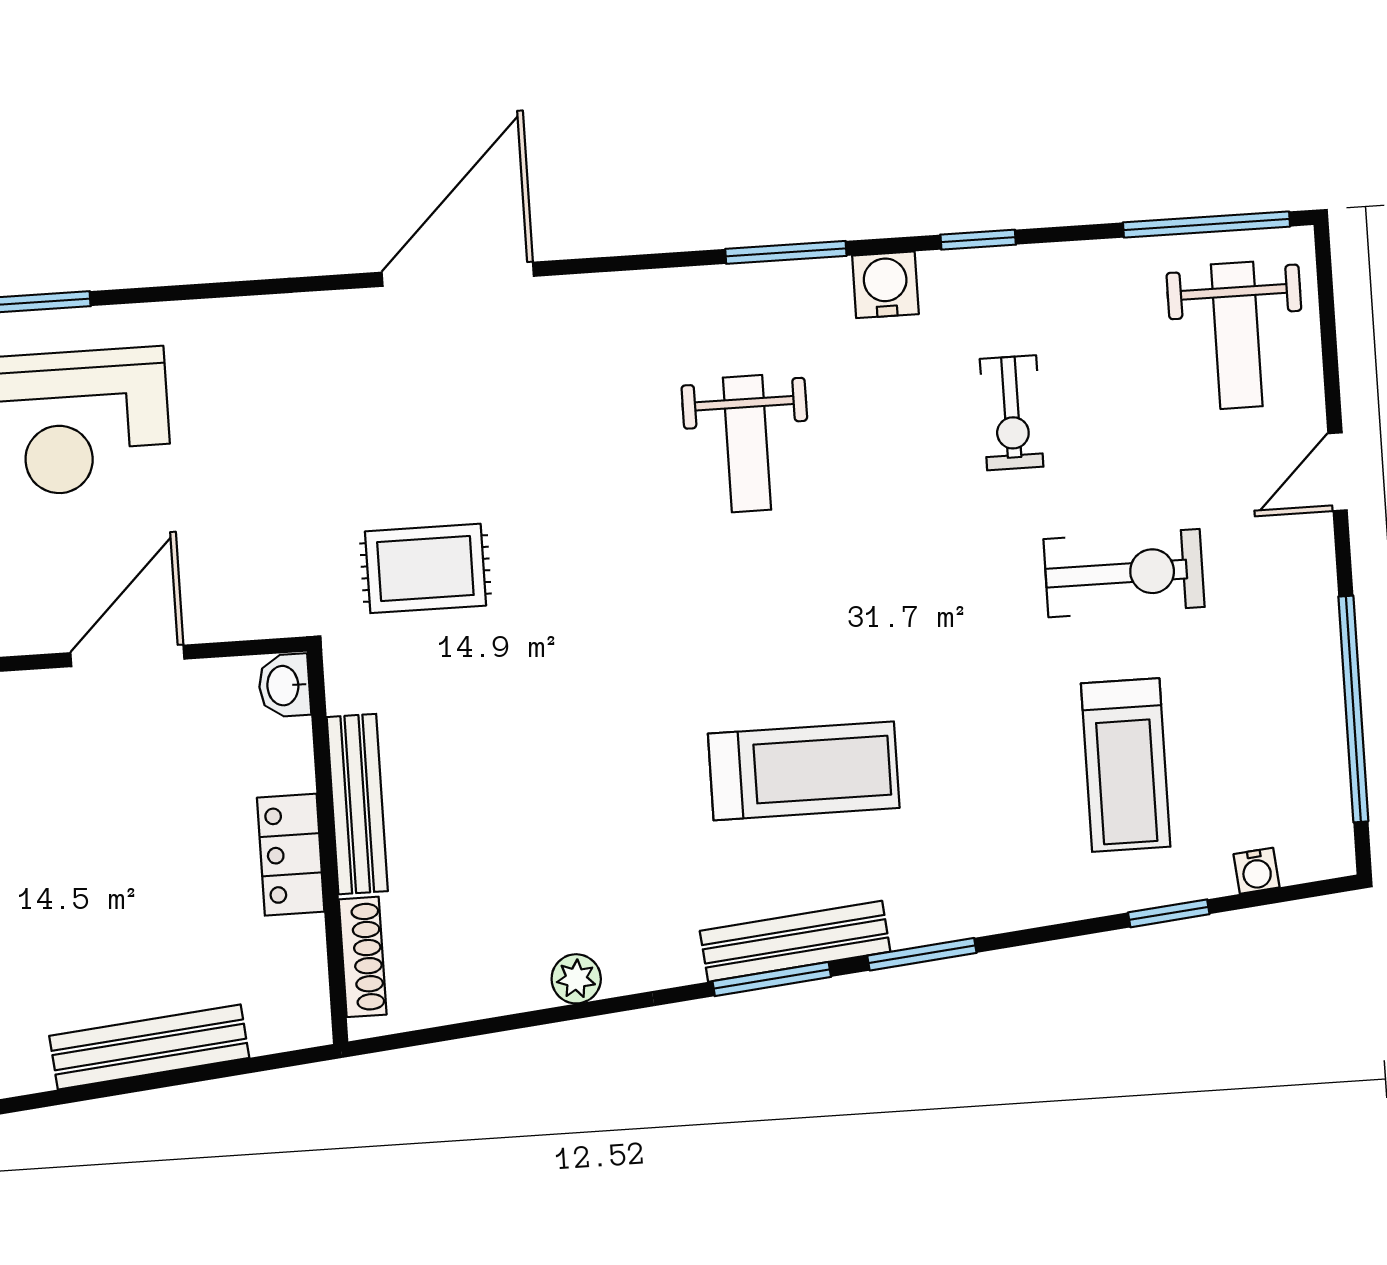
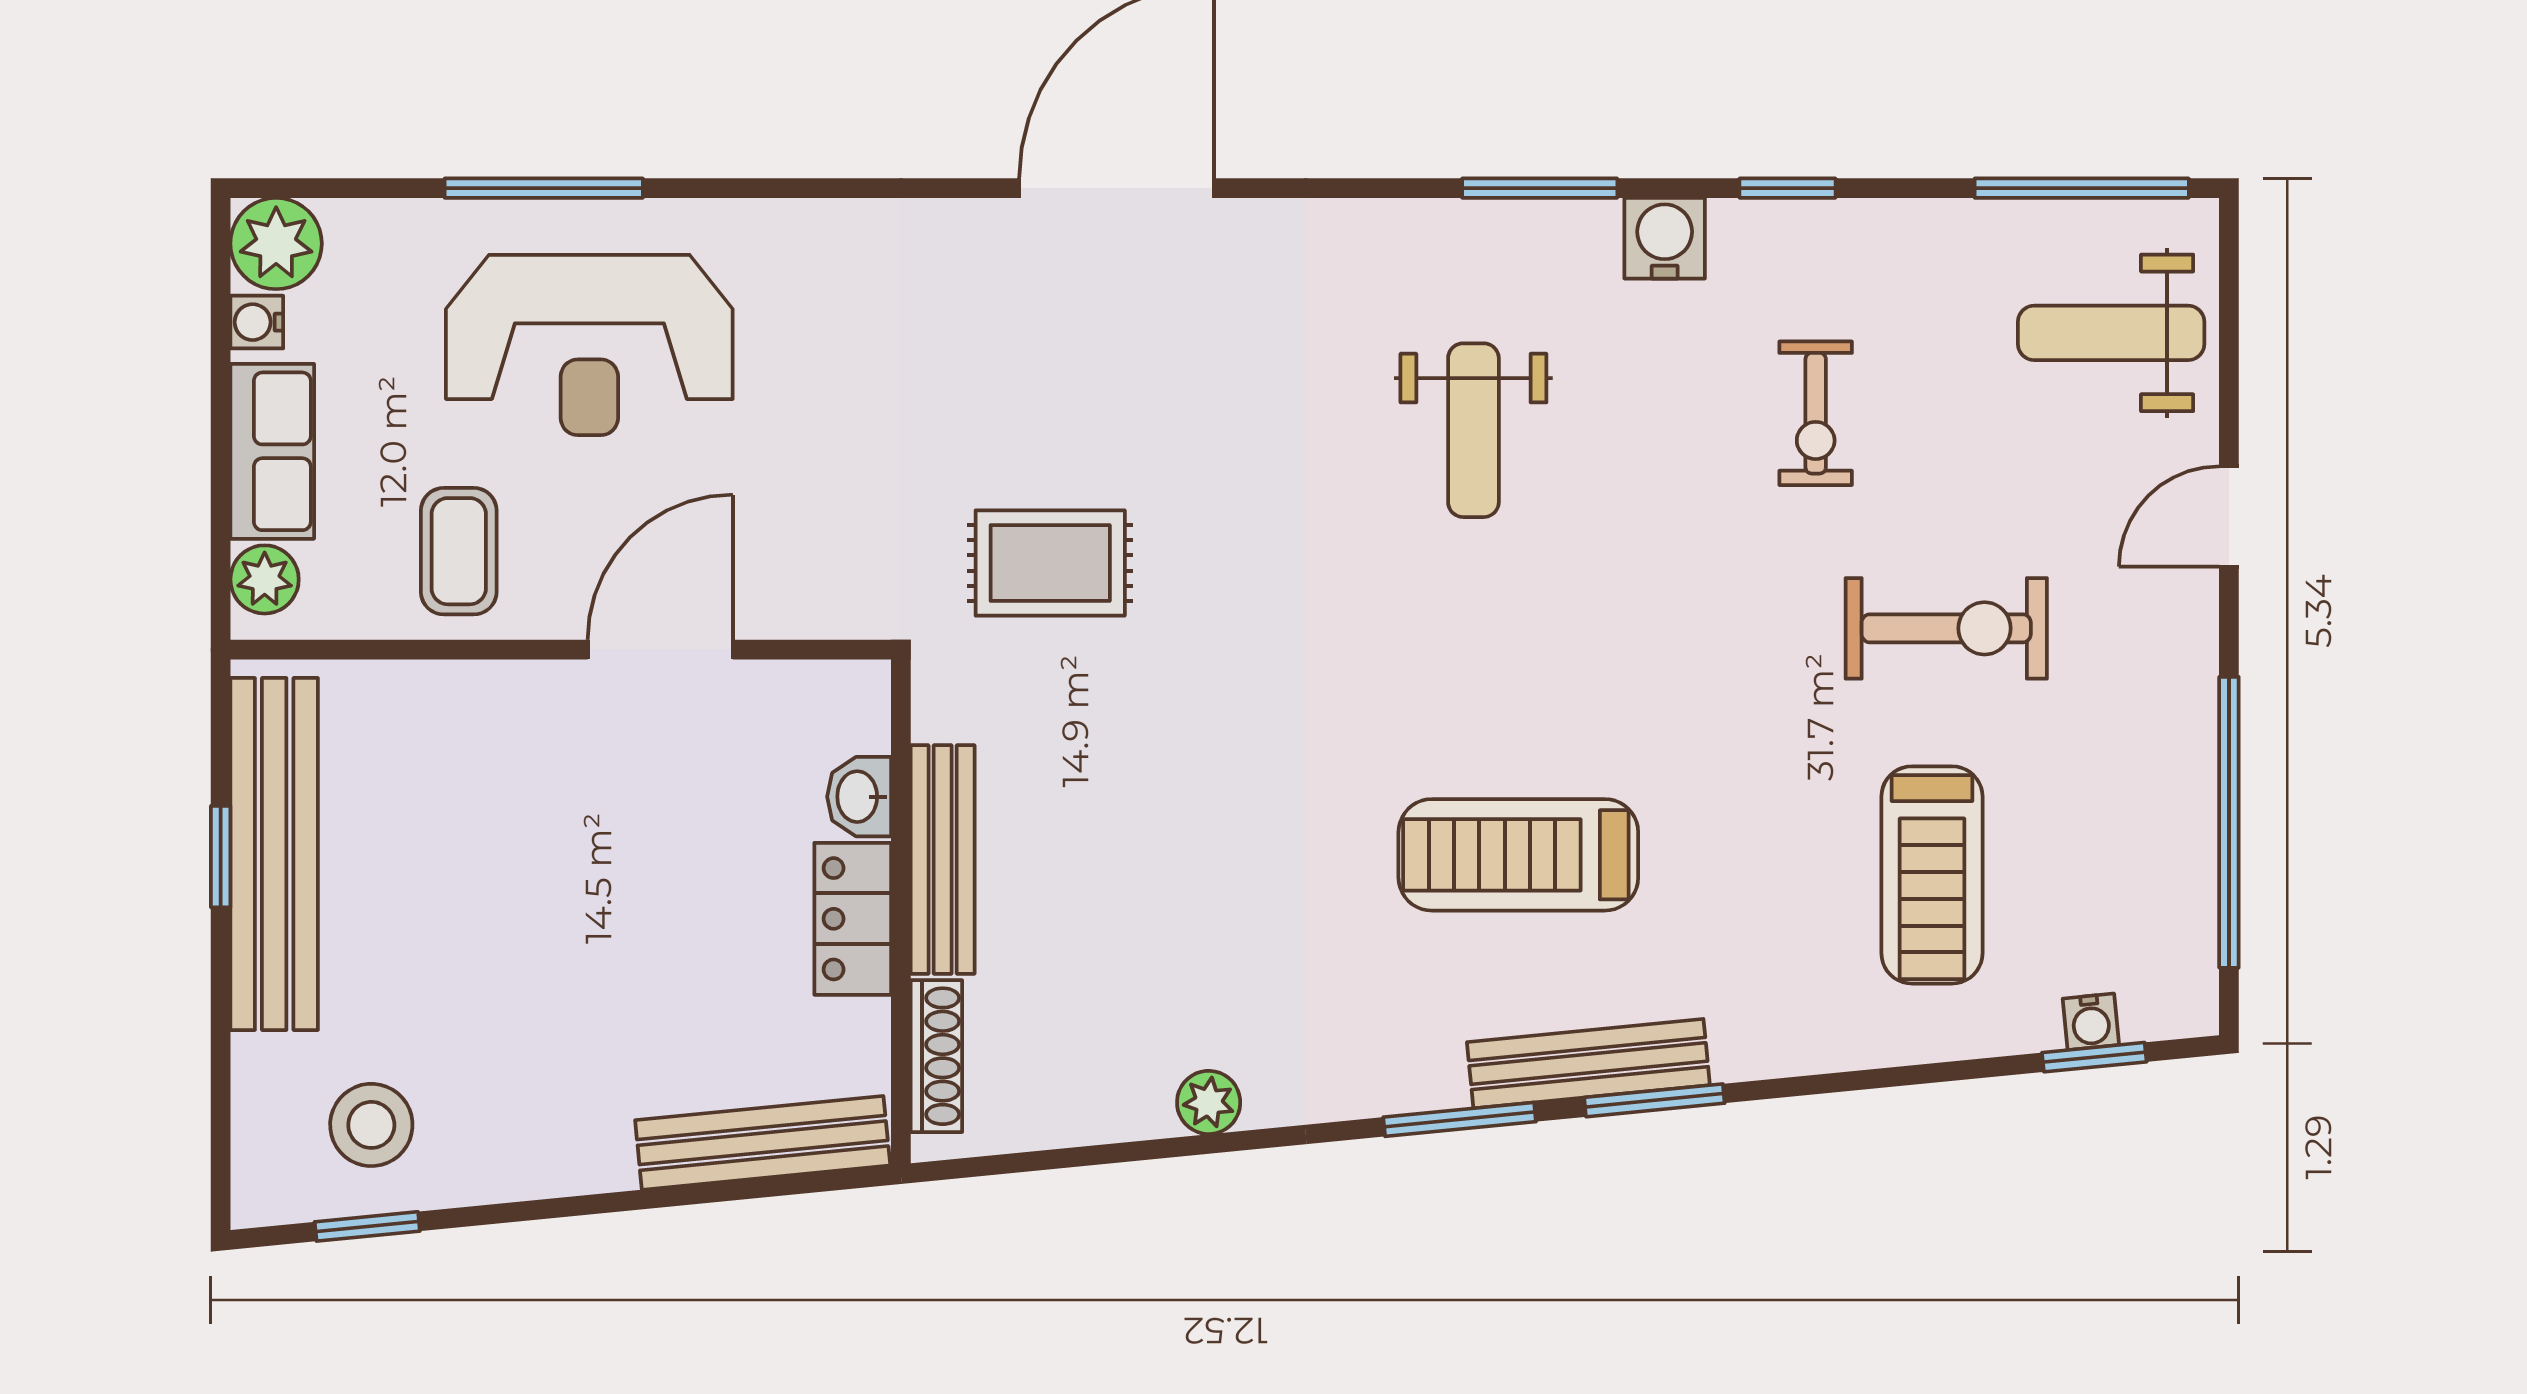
weight bench: (1237, 335) -> (2111, 333), turned 90
washbasin: (284, 686) -> (859, 797), moved
treadmill: (804, 771) -> (1518, 855), turned 180
window: (1169, 913) -> (2094, 1057), moved
bench: (795, 941) -> (1588, 1064), moved
bench: (149, 1047) -> (763, 1143), moved

